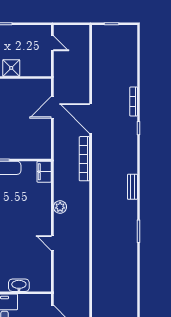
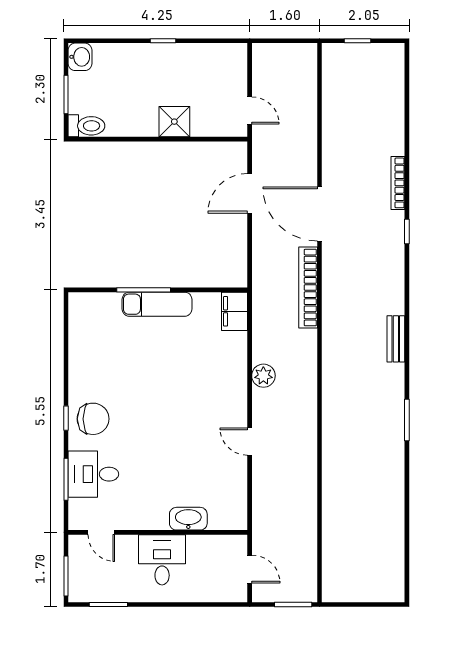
door: (52, 43) -> (250, 111), moved

